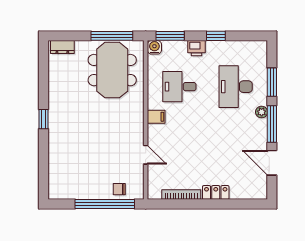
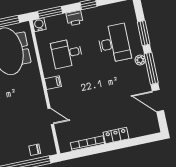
desk: (236, 87) -> (114, 43), turned 180

